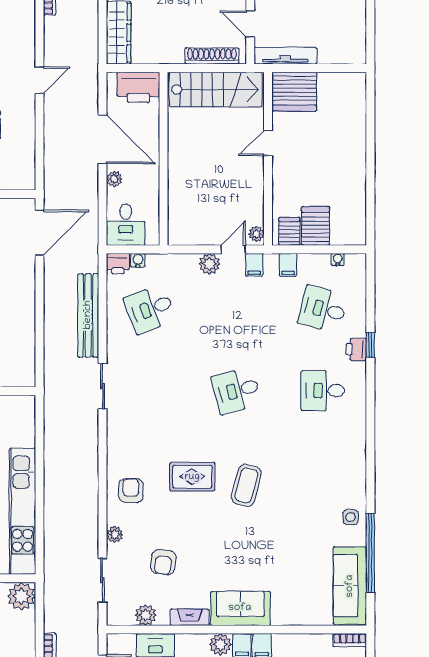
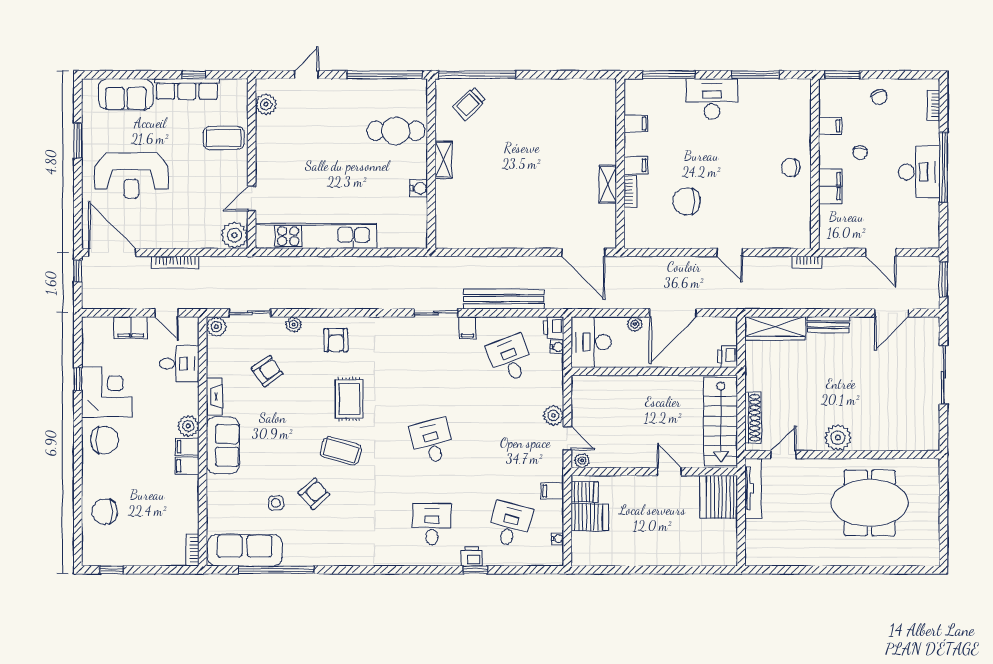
printer: (138, 87) -> (728, 357), width x0.53, depth x0.68
desk: (126, 225) -> (591, 342), width x1.37
filing cabinet: (254, 265) -> (467, 328), moved, turned -90
armchair: (131, 491) -> (336, 340), turned 90
armchair: (291, 514) -> (314, 494), added
side table: (351, 517) -> (276, 503), moved
armchair: (163, 562) -> (267, 371), turned 138
plant: (146, 615) -> (216, 327), moved

